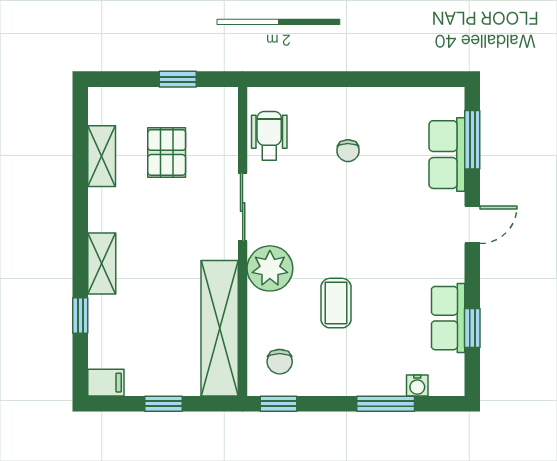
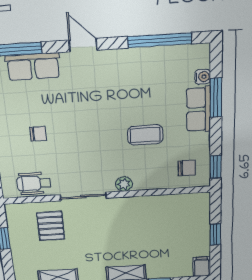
pallet: (167, 152) -> (51, 226), moved, turned 90
plant: (270, 268) -> (124, 184), width x0.53, depth x0.53
row of seats: (448, 318) -> (199, 109), moved, turned 90
shelving: (220, 328) -> (165, 205), removed
window: (472, 328) -> (160, 40), width x2.17

